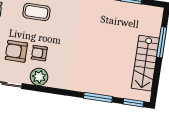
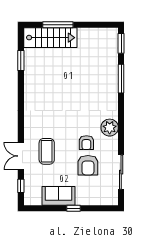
stairs: (145, 63) -> (50, 38), moved
plant: (39, 77) -> (110, 128), moved

